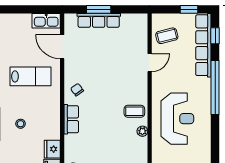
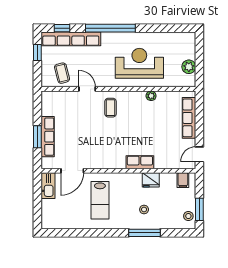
lab bench: (30, 76) -> (100, 200), turned 180
chair: (77, 90) -> (112, 157), removed
coffee table: (134, 111) -> (111, 108), moved
fridge: (52, 149) -> (151, 180), moved

